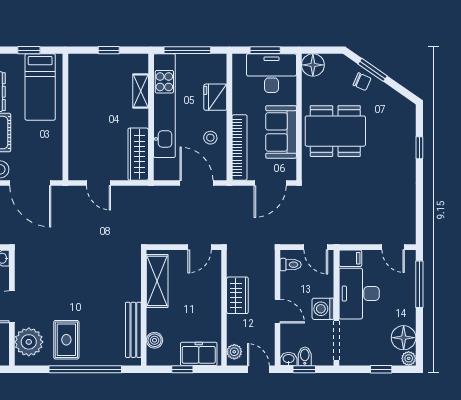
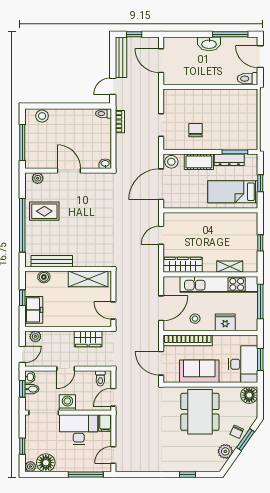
plant: (388, 97) -> (225, 451), added
wardrobe: (237, 295) -> (88, 339), moved
plant: (29, 342) -> (38, 178), width x0.53, depth x0.53

